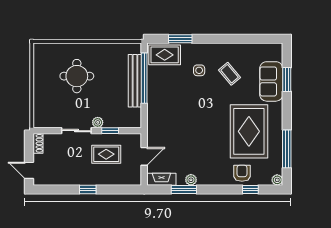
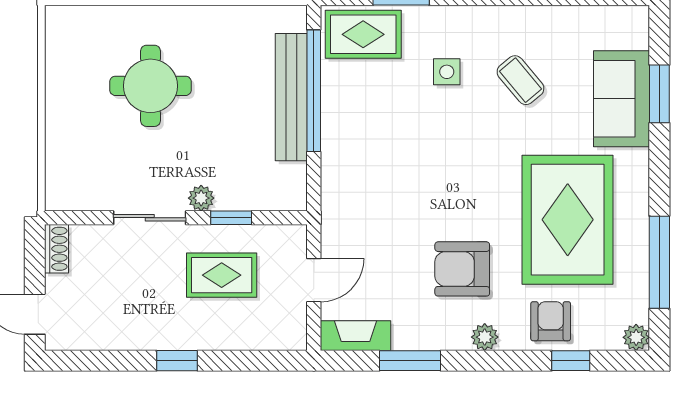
armchair: (205, 152) -> (462, 269), added
plant: (191, 180) -> (485, 337), moved

